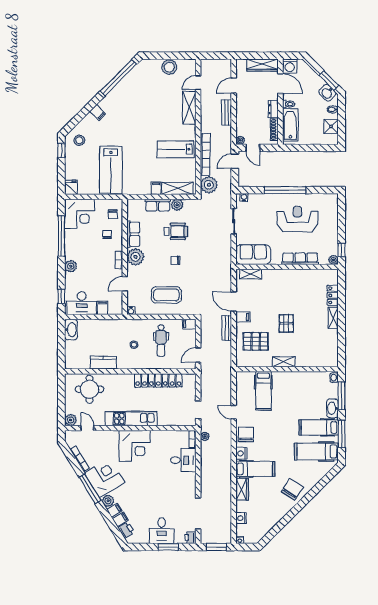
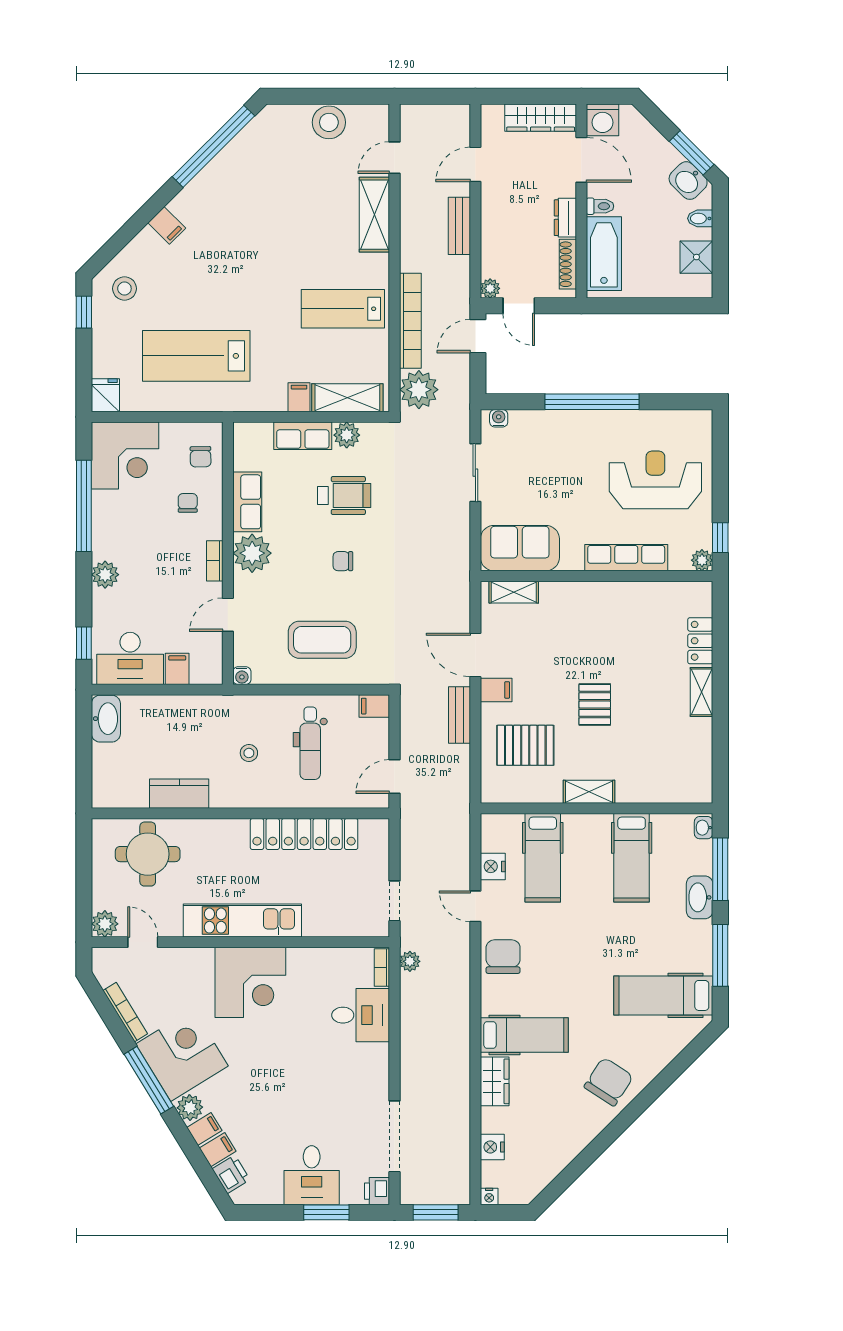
lab bench: (111, 170) -> (196, 356), turned 90
reception desk: (297, 219) -> (655, 480), moved
hospital bed: (319, 427) -> (632, 858), moved, turned -90
nightstand: (241, 453) -> (493, 866), moved

